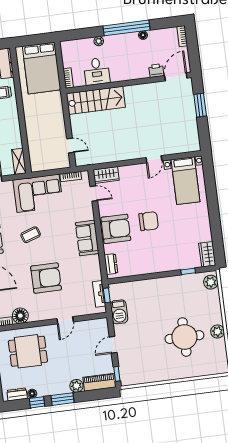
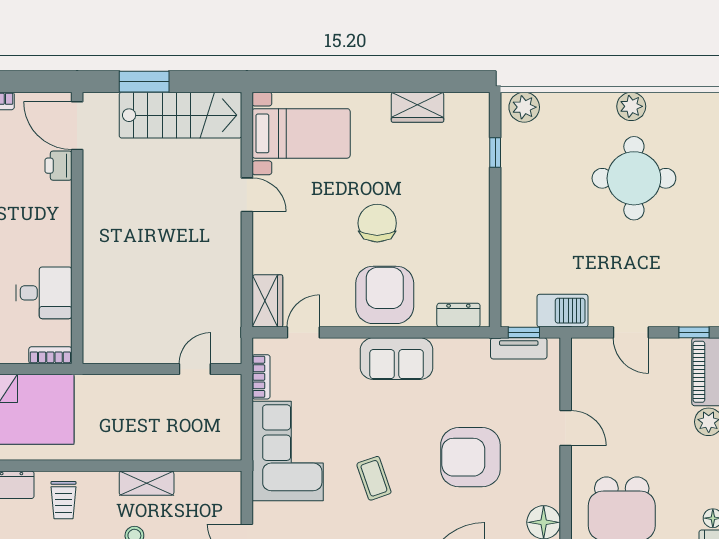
stairs: (96, 100) -> (180, 115), moved, turned 90
shelving: (19, 161) -> (147, 483), moved
wardrobe: (207, 254) -> (417, 107), moved
armchair: (46, 278) -> (470, 457), turned -90

